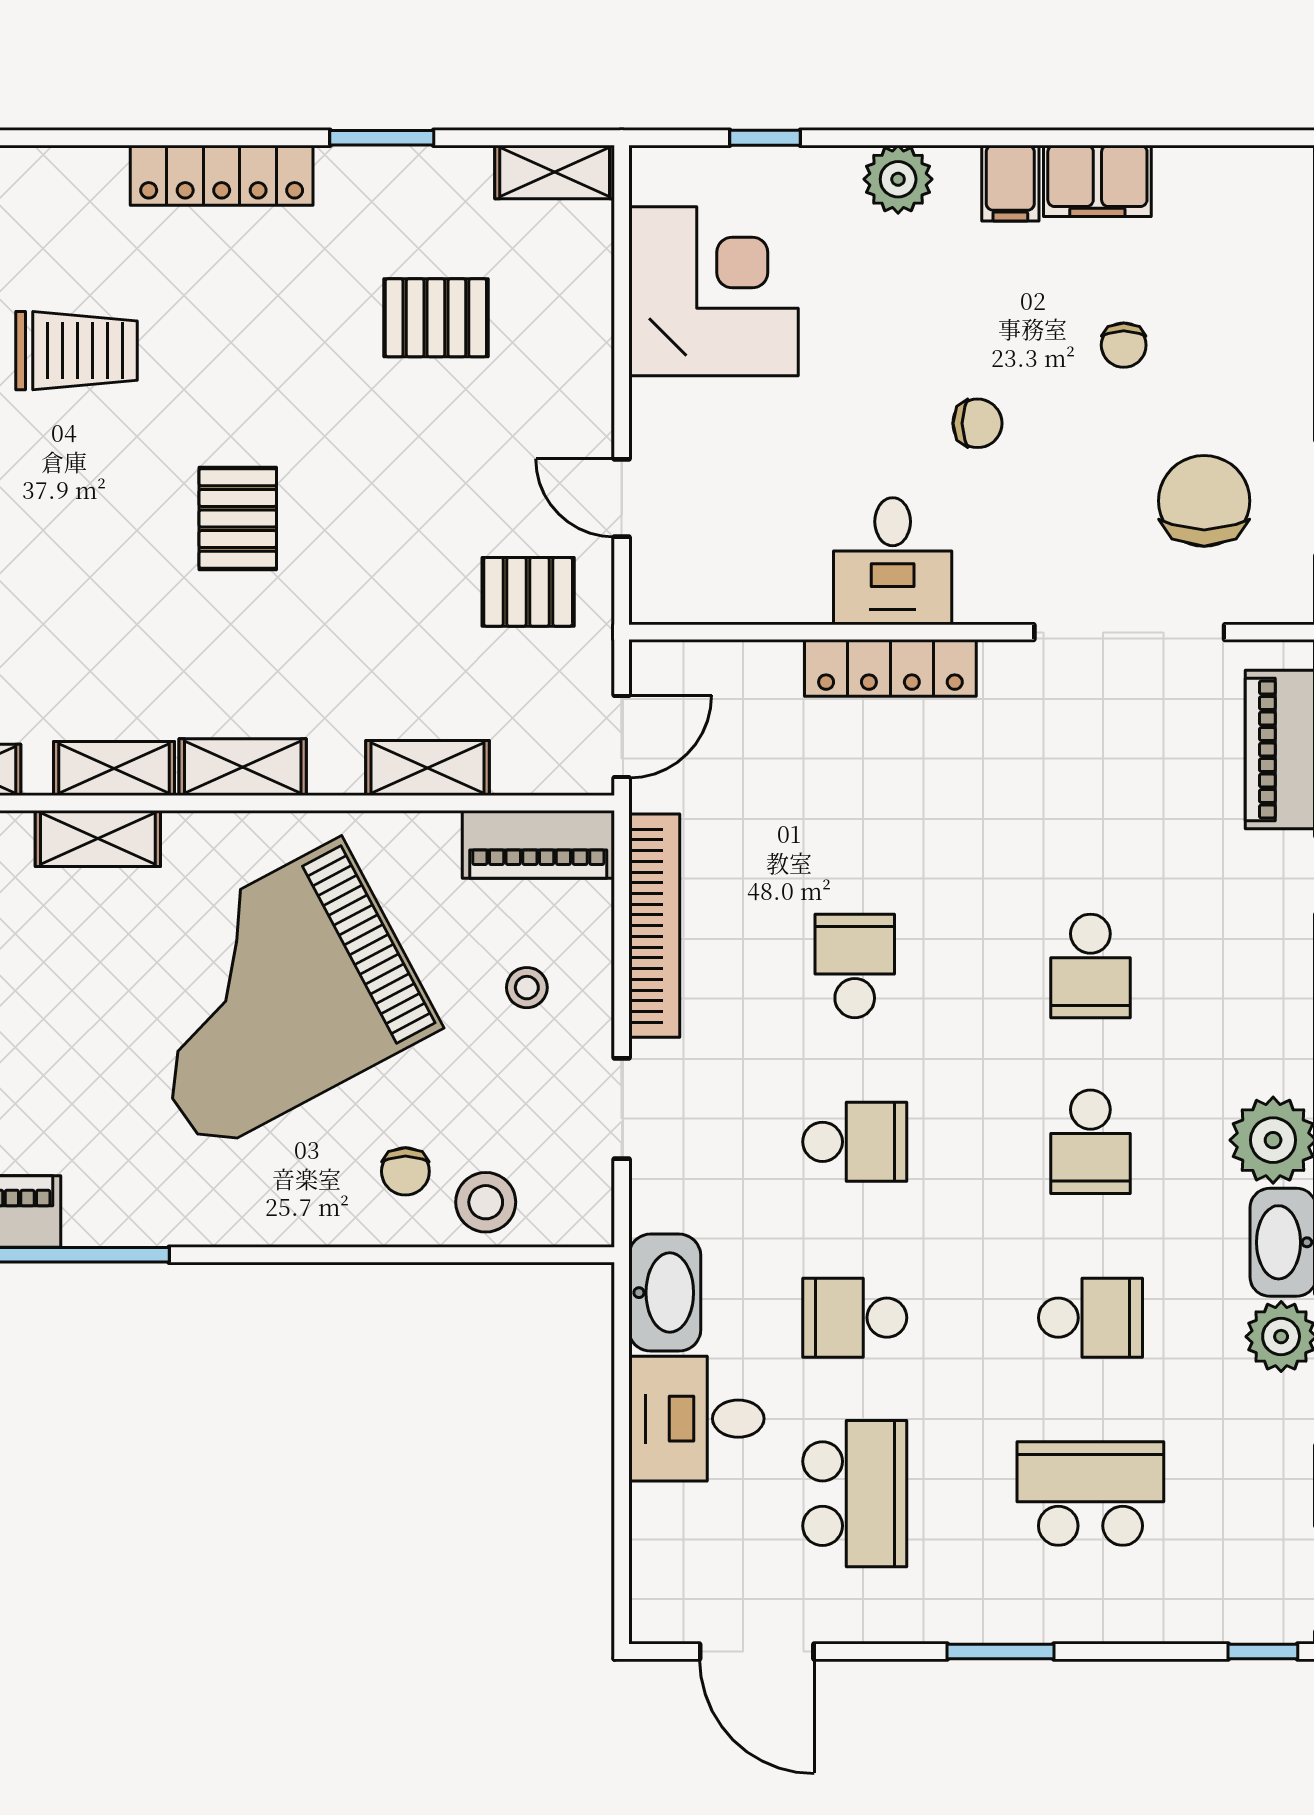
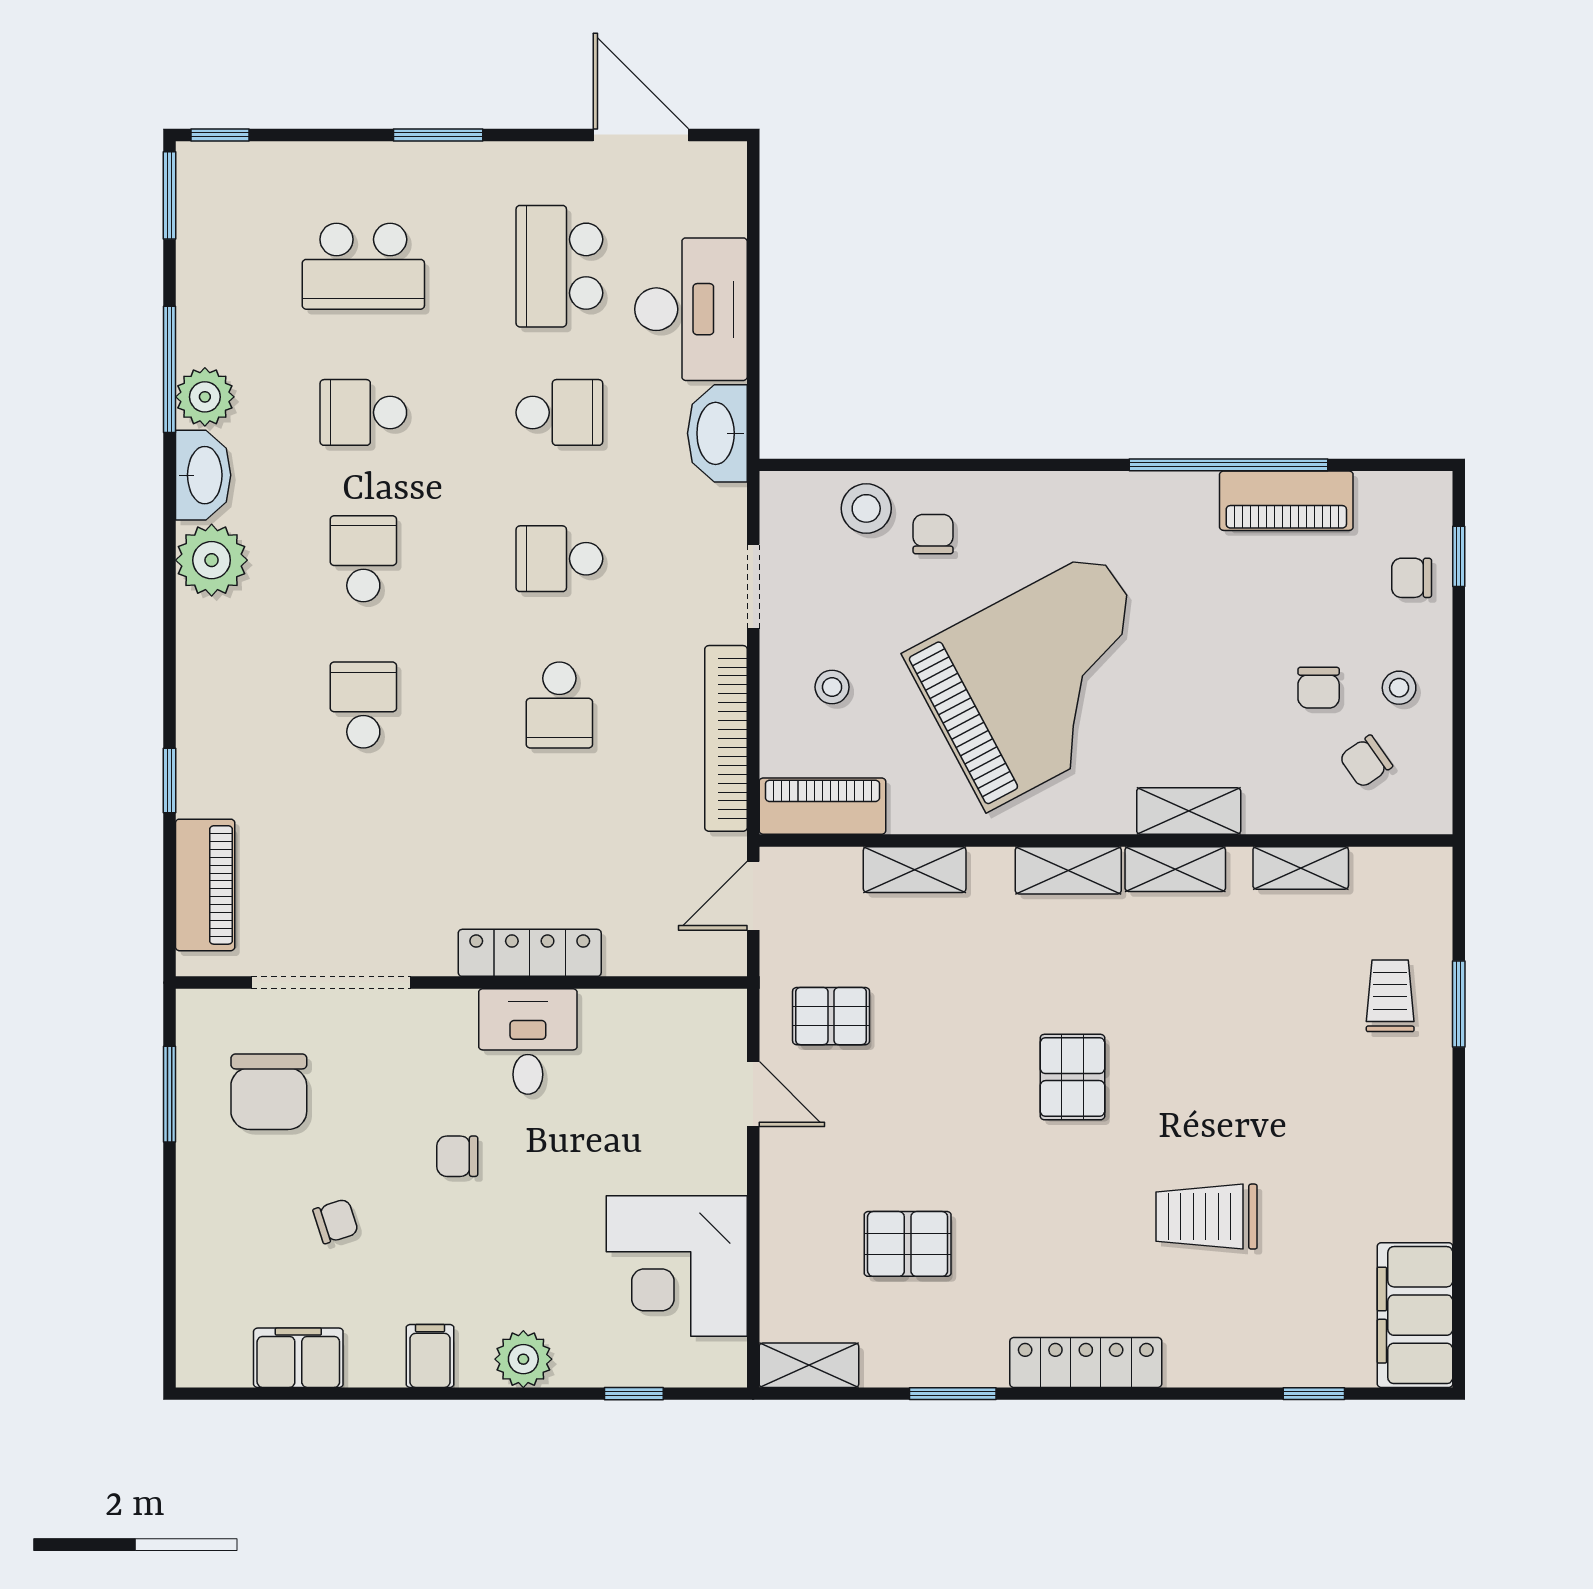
filing cabinet: (1097, 181) -> (298, 1358), moved
chair: (1124, 345) -> (336, 1221), turned 72
desk: (696, 1419) -> (691, 309), width x1.37

